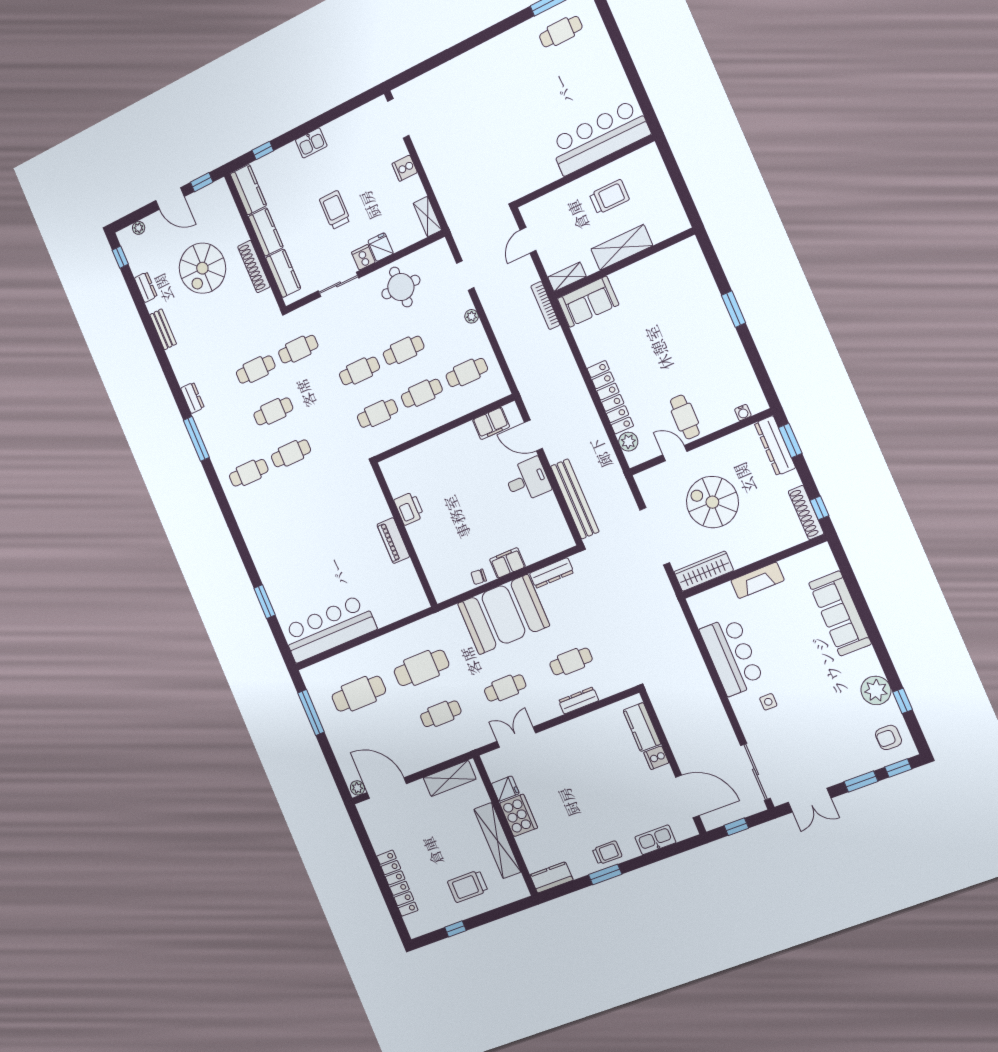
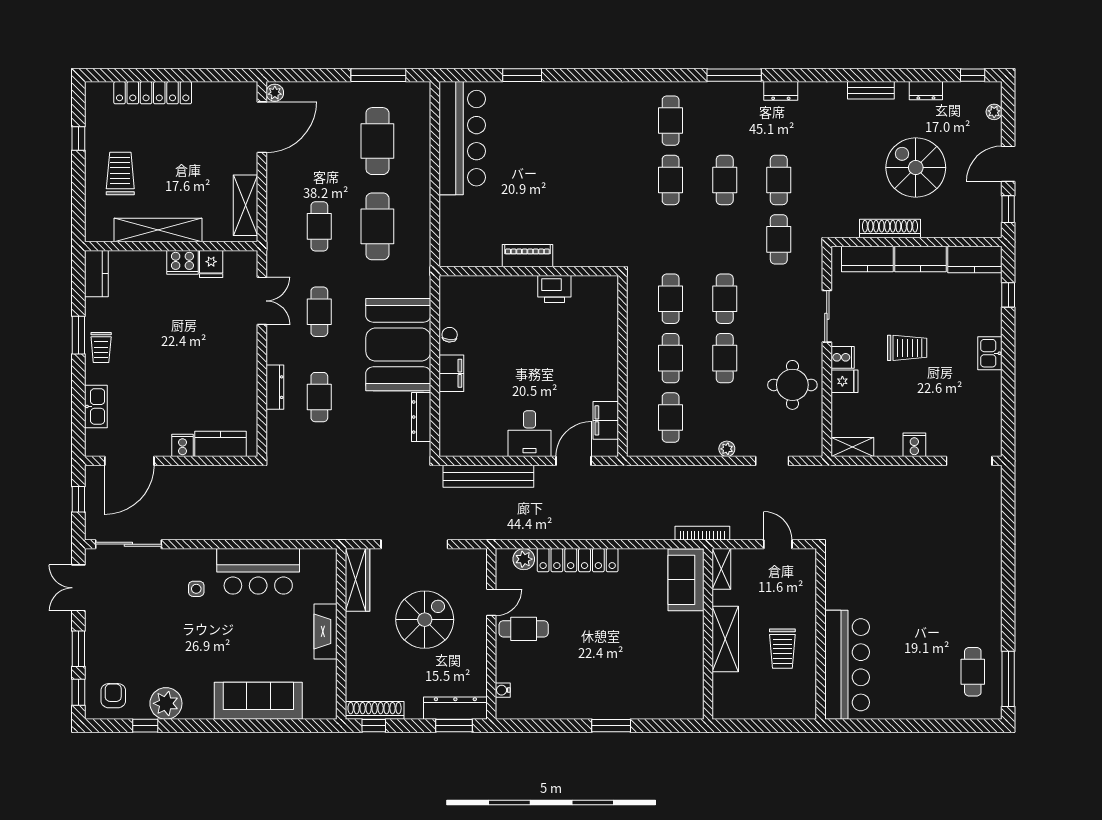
cooker: (519, 815) -> (182, 262), width x0.73, depth x0.76

